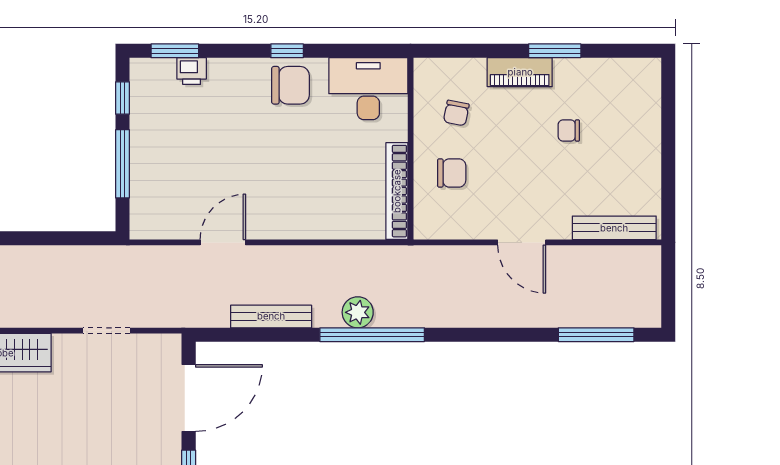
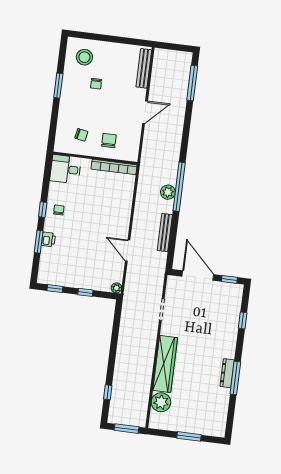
window: (175, 51) -> (39, 242), moved
printer: (192, 71) -> (48, 239), moved
piano: (520, 72) -> (66, 103), removed
chair: (290, 85) -> (59, 210), width x0.54, depth x0.54
desk: (368, 89) -> (66, 169), width x0.73
stool: (622, 99) -> (84, 57), added
window: (122, 164) -> (85, 292), width x0.46
plant: (140, 229) -> (116, 288), added

